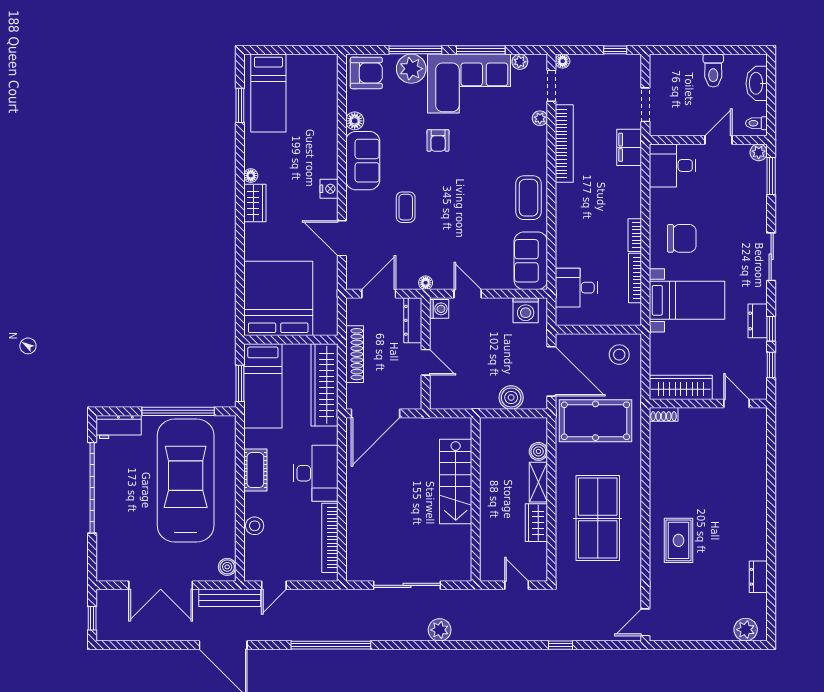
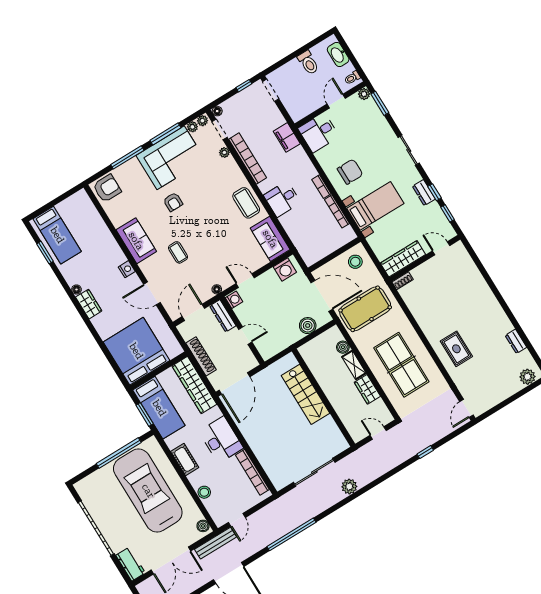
plant: (411, 69) -> (202, 121), moved, width x0.53, depth x0.53
doorway: (645, 105) -> (271, 90), moved
floor lamp: (355, 121) -> (117, 220), removed
desk: (576, 288) -> (282, 199), moved
workbench: (119, 427) -> (130, 564), moved, turned -90

